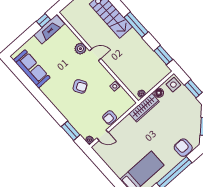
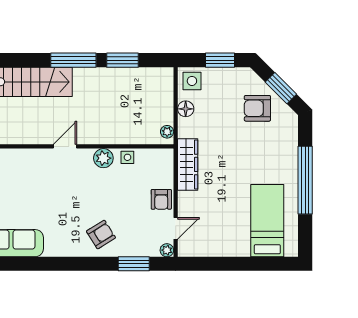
plant: (80, 49) -> (103, 158), moved
window: (163, 55) -> (123, 60), moved
armchair: (80, 86) -> (101, 235), moved
wardrobe: (144, 107) -> (188, 164), moved
armchair: (183, 148) -> (257, 108), moved

